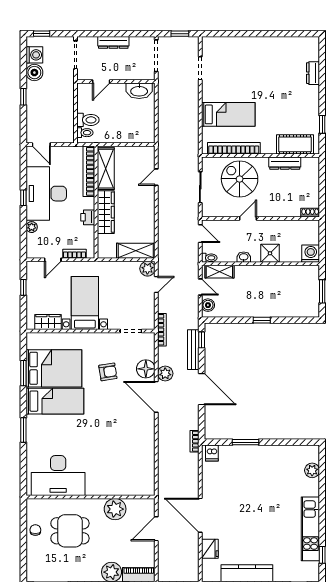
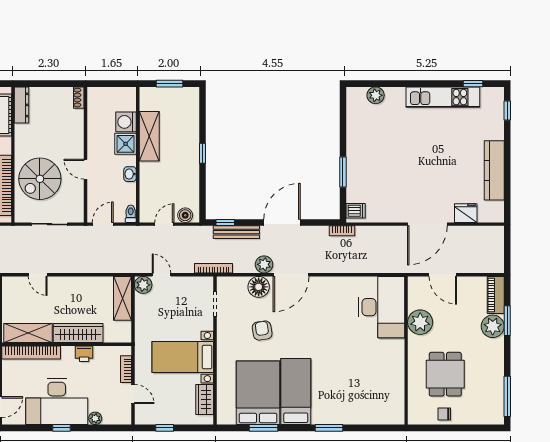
dresser: (285, 163) -> (22, 105), moved
washing machine: (311, 254) -> (126, 122), moved
shelving: (219, 272) -> (149, 136), moved, width x1.50, depth x1.33
desk: (58, 475) -> (381, 307), moved

